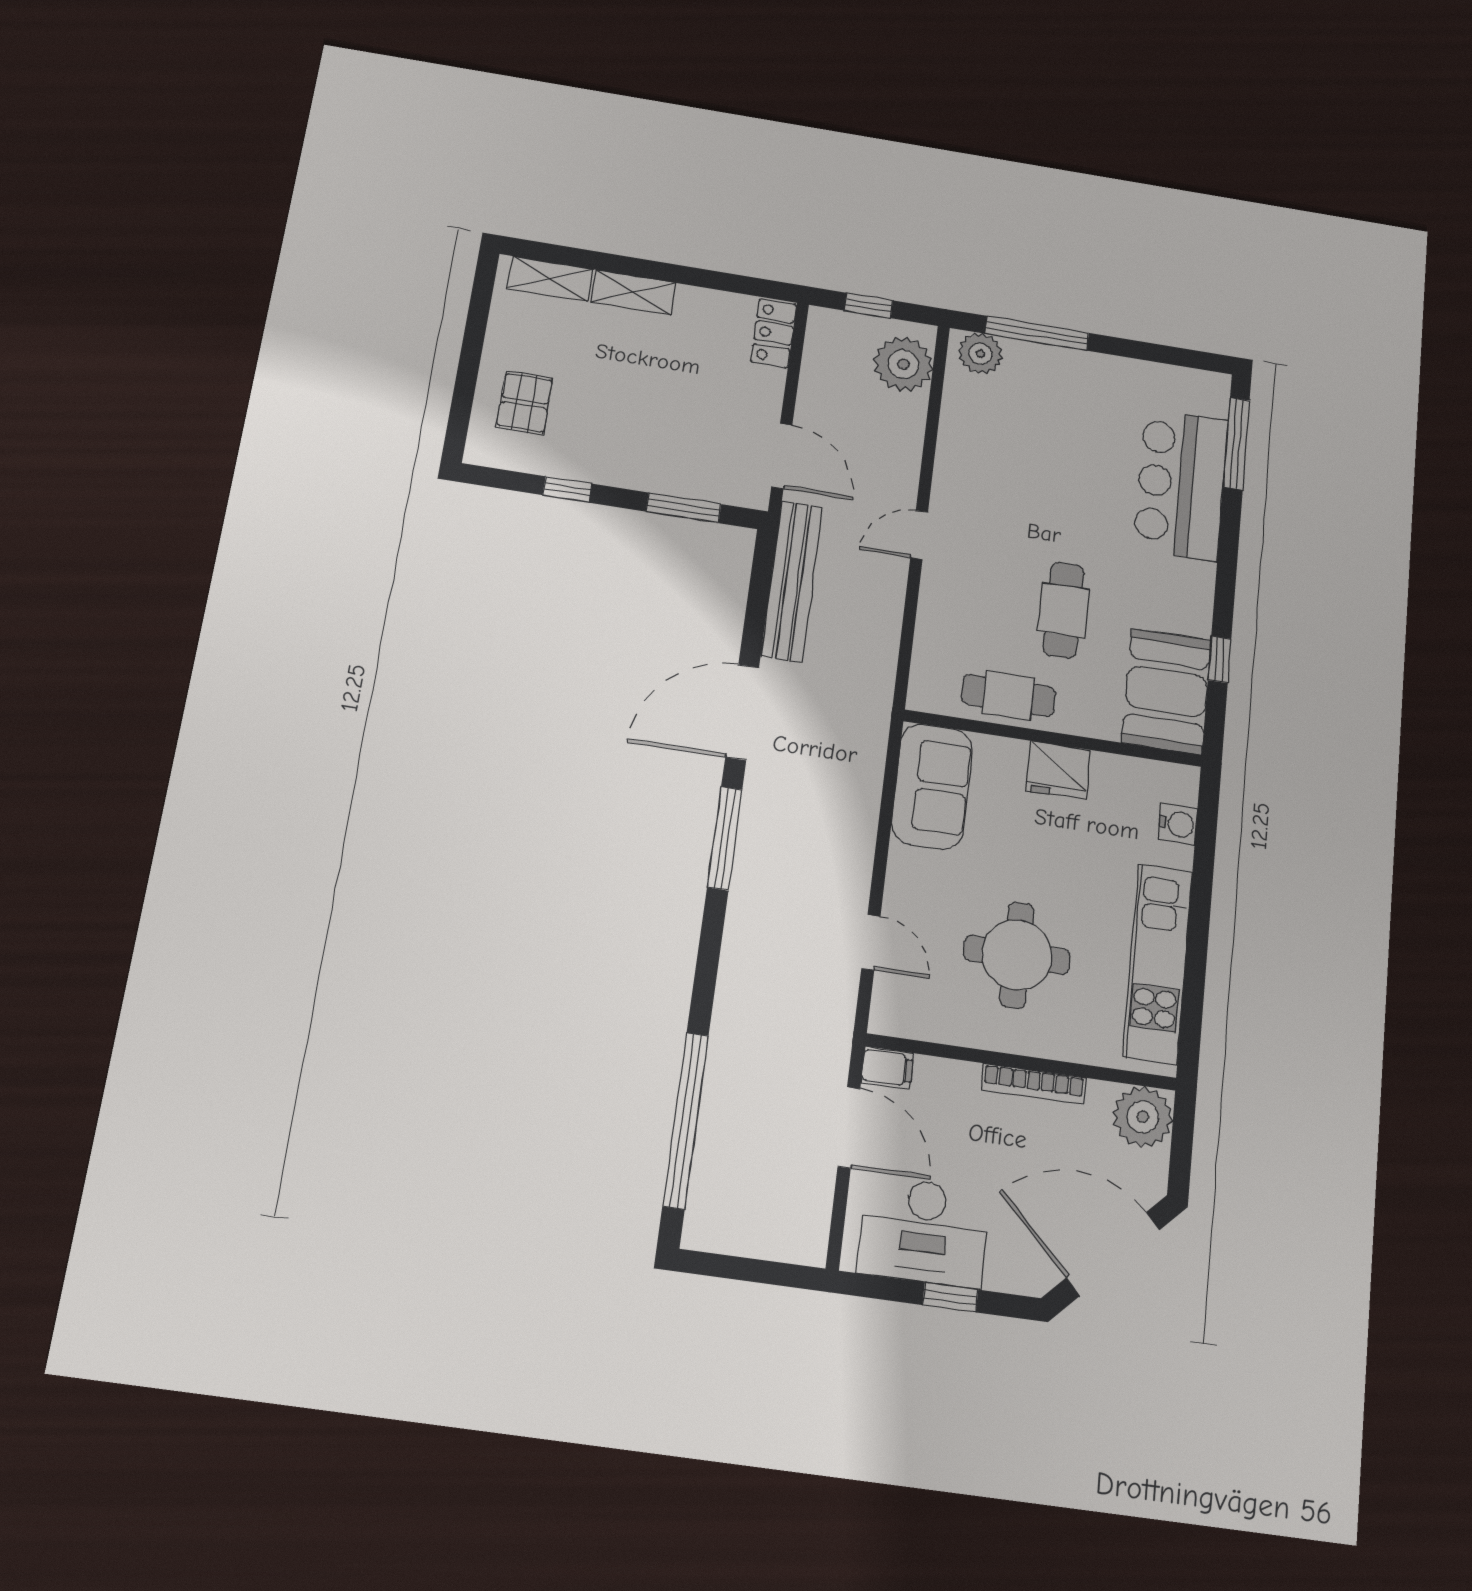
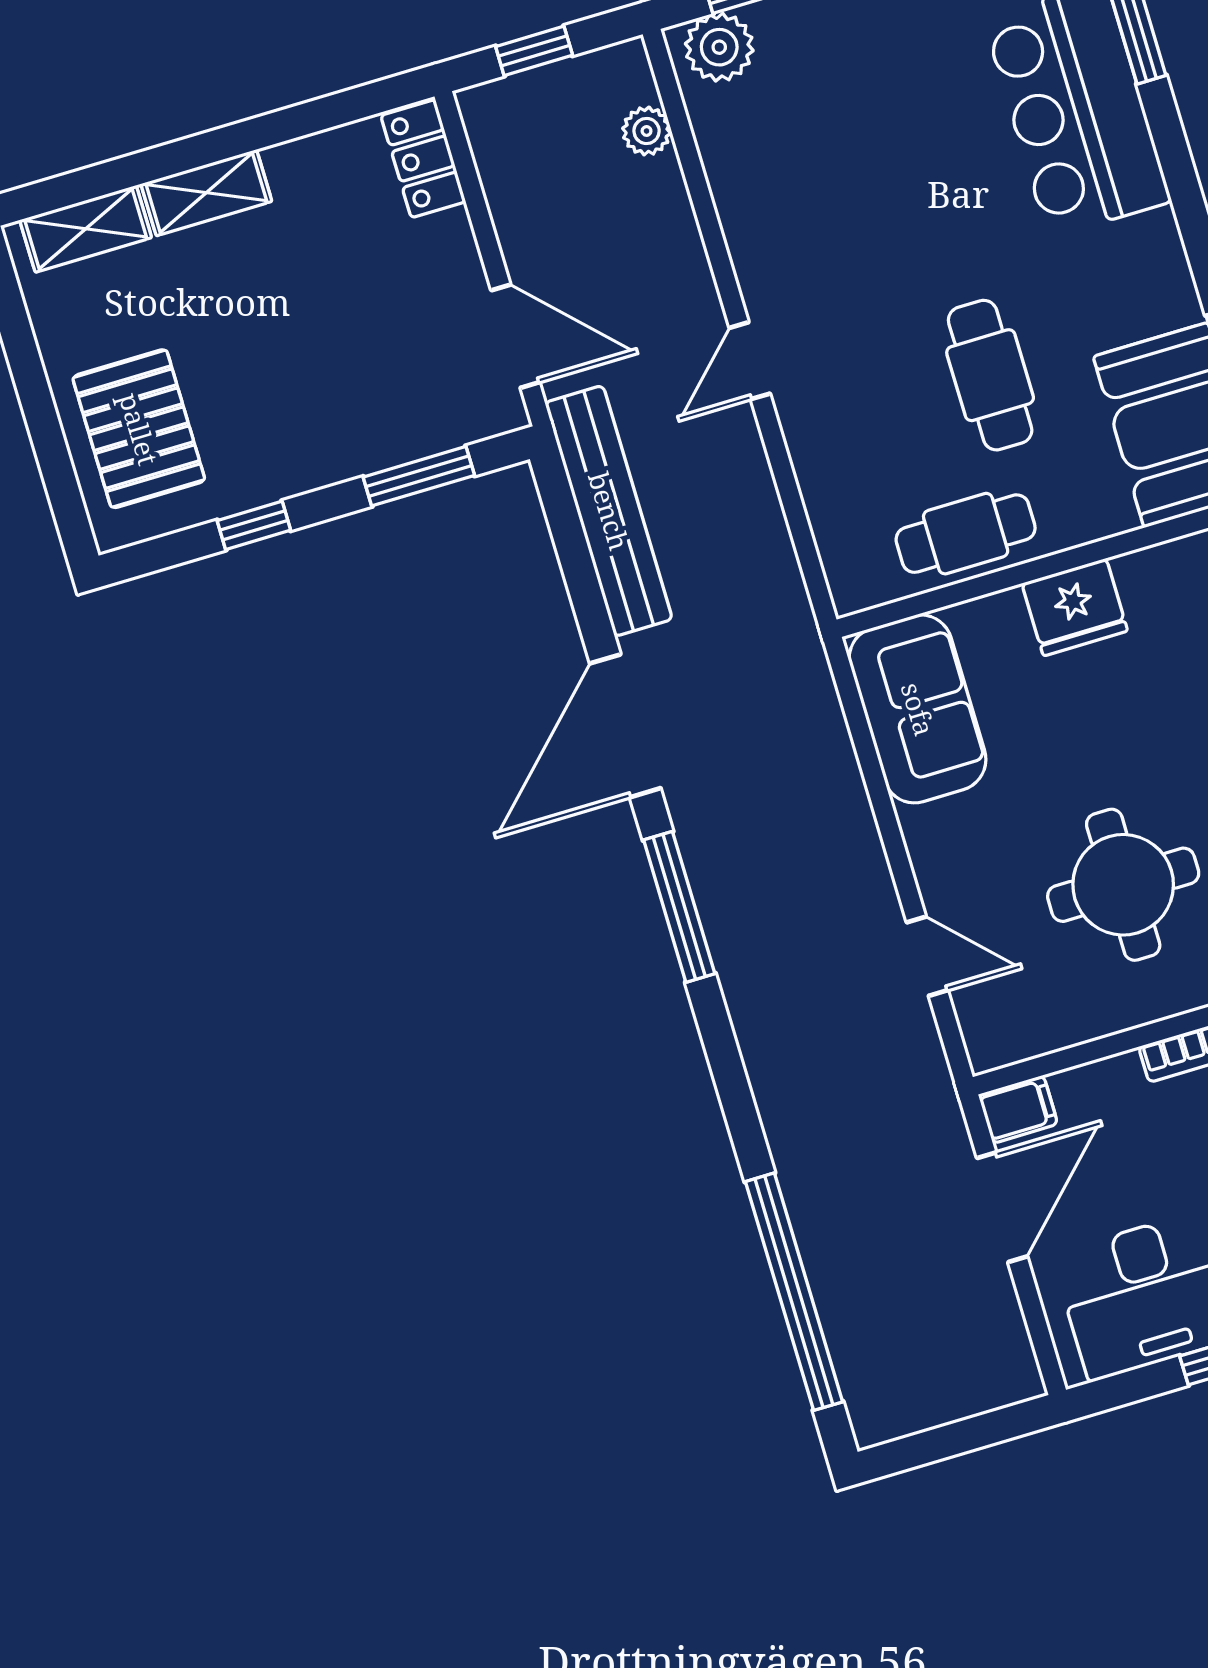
plant: (903, 364) -> (647, 131), width x0.53, depth x0.53
pallet: (525, 403) -> (139, 429), width x1.50, depth x1.42
door: (849, 1127) -> (1002, 1207), hinge flipped

